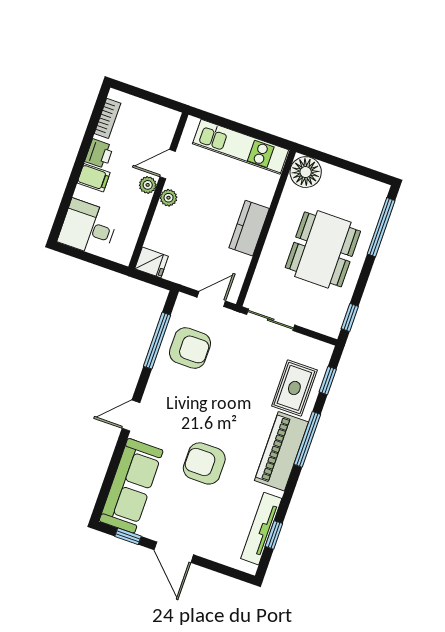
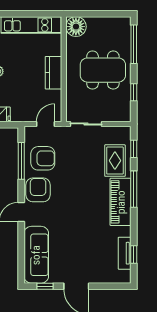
dining table: (323, 249) -> (103, 70), turned 90
window: (350, 317) -> (134, 92), moved
armchair: (204, 463) -> (38, 190), moved, turned 90
tv unit: (261, 529) -> (125, 253), width x0.71

